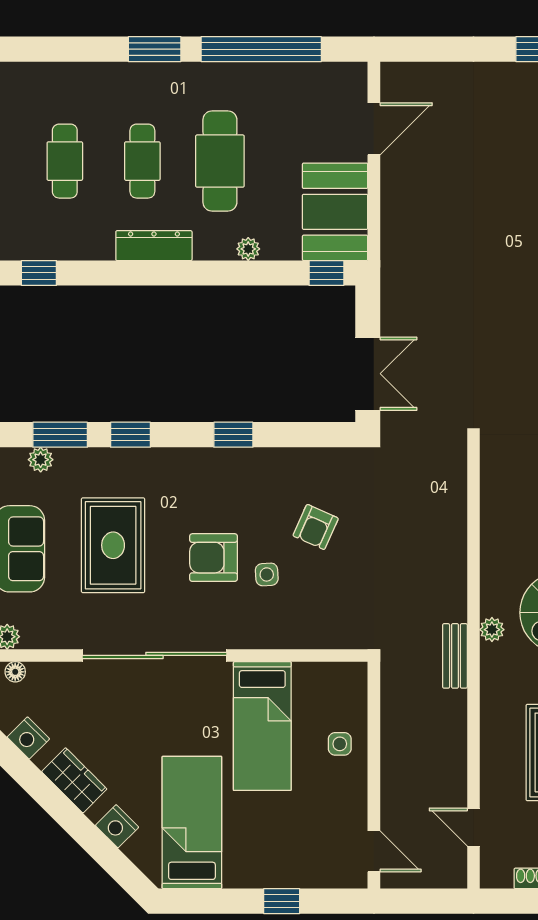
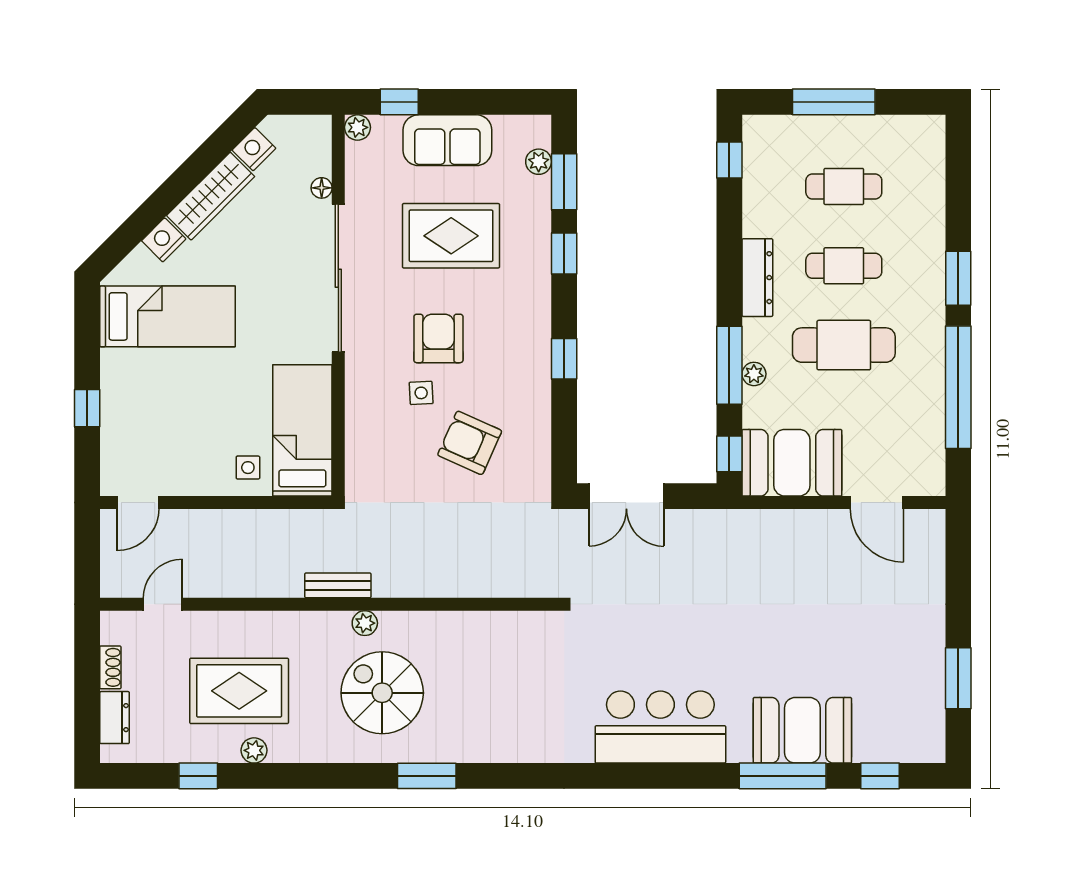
window: (240, 273) -> (729, 365), added
armchair: (316, 527) -> (470, 443), width x1.38, depth x1.38
floor lamp: (15, 672) -> (322, 188), moved
bed: (262, 726) -> (302, 430), moved, turned 90
wardrobe: (74, 780) -> (211, 196), width x1.50

